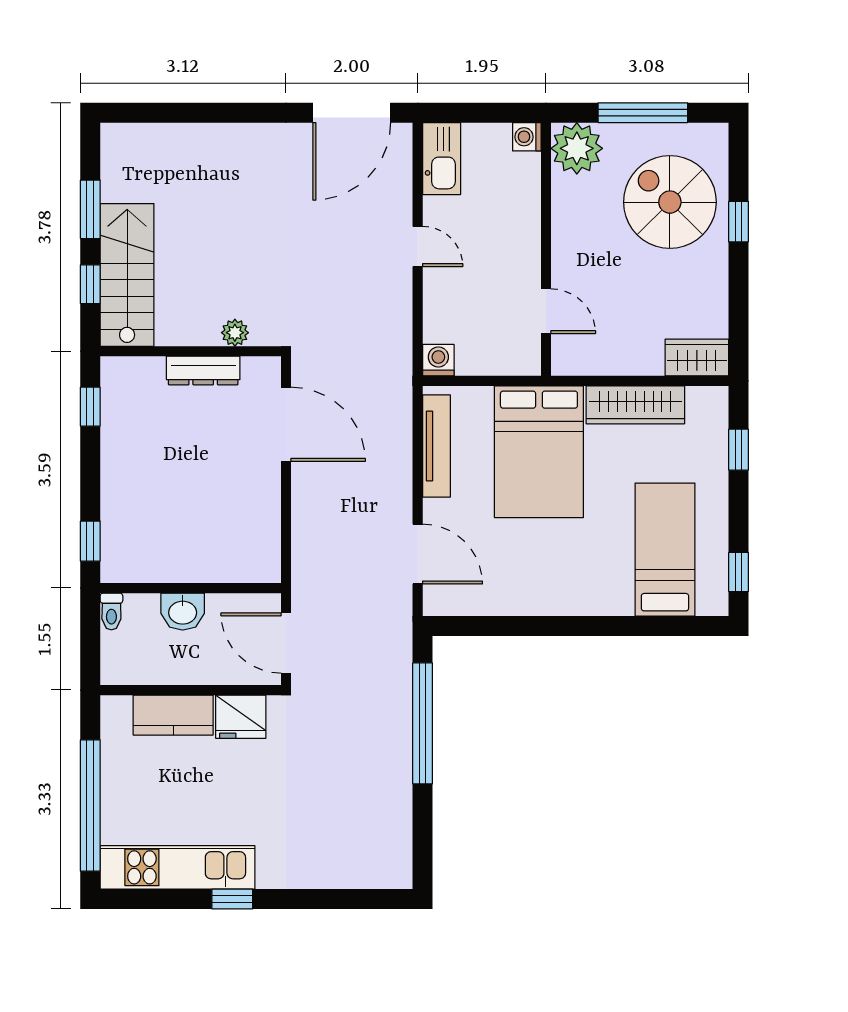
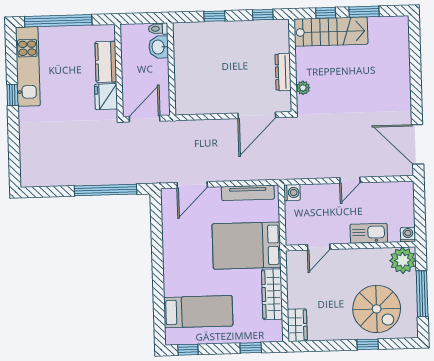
kitchen sink: (442, 159) -> (369, 233), moved, turned 180
spiral stairs: (670, 202) -> (377, 309), turned 90
window: (90, 541) -> (214, 16), moved
washbasin: (183, 612) -> (159, 47), moved

